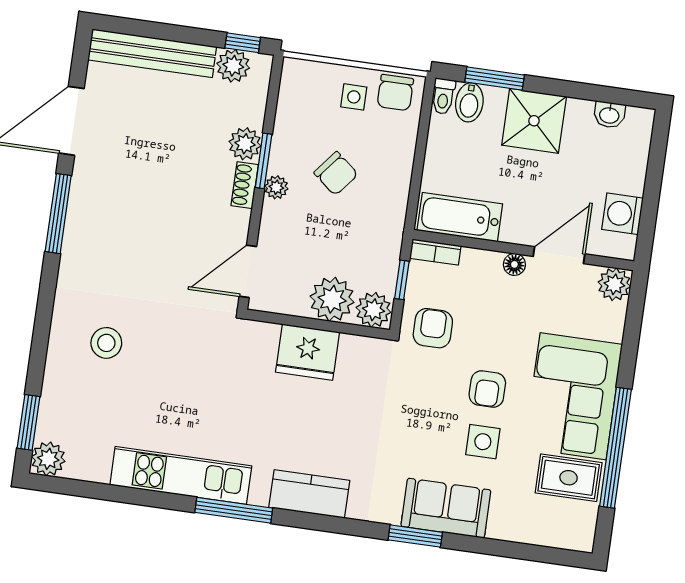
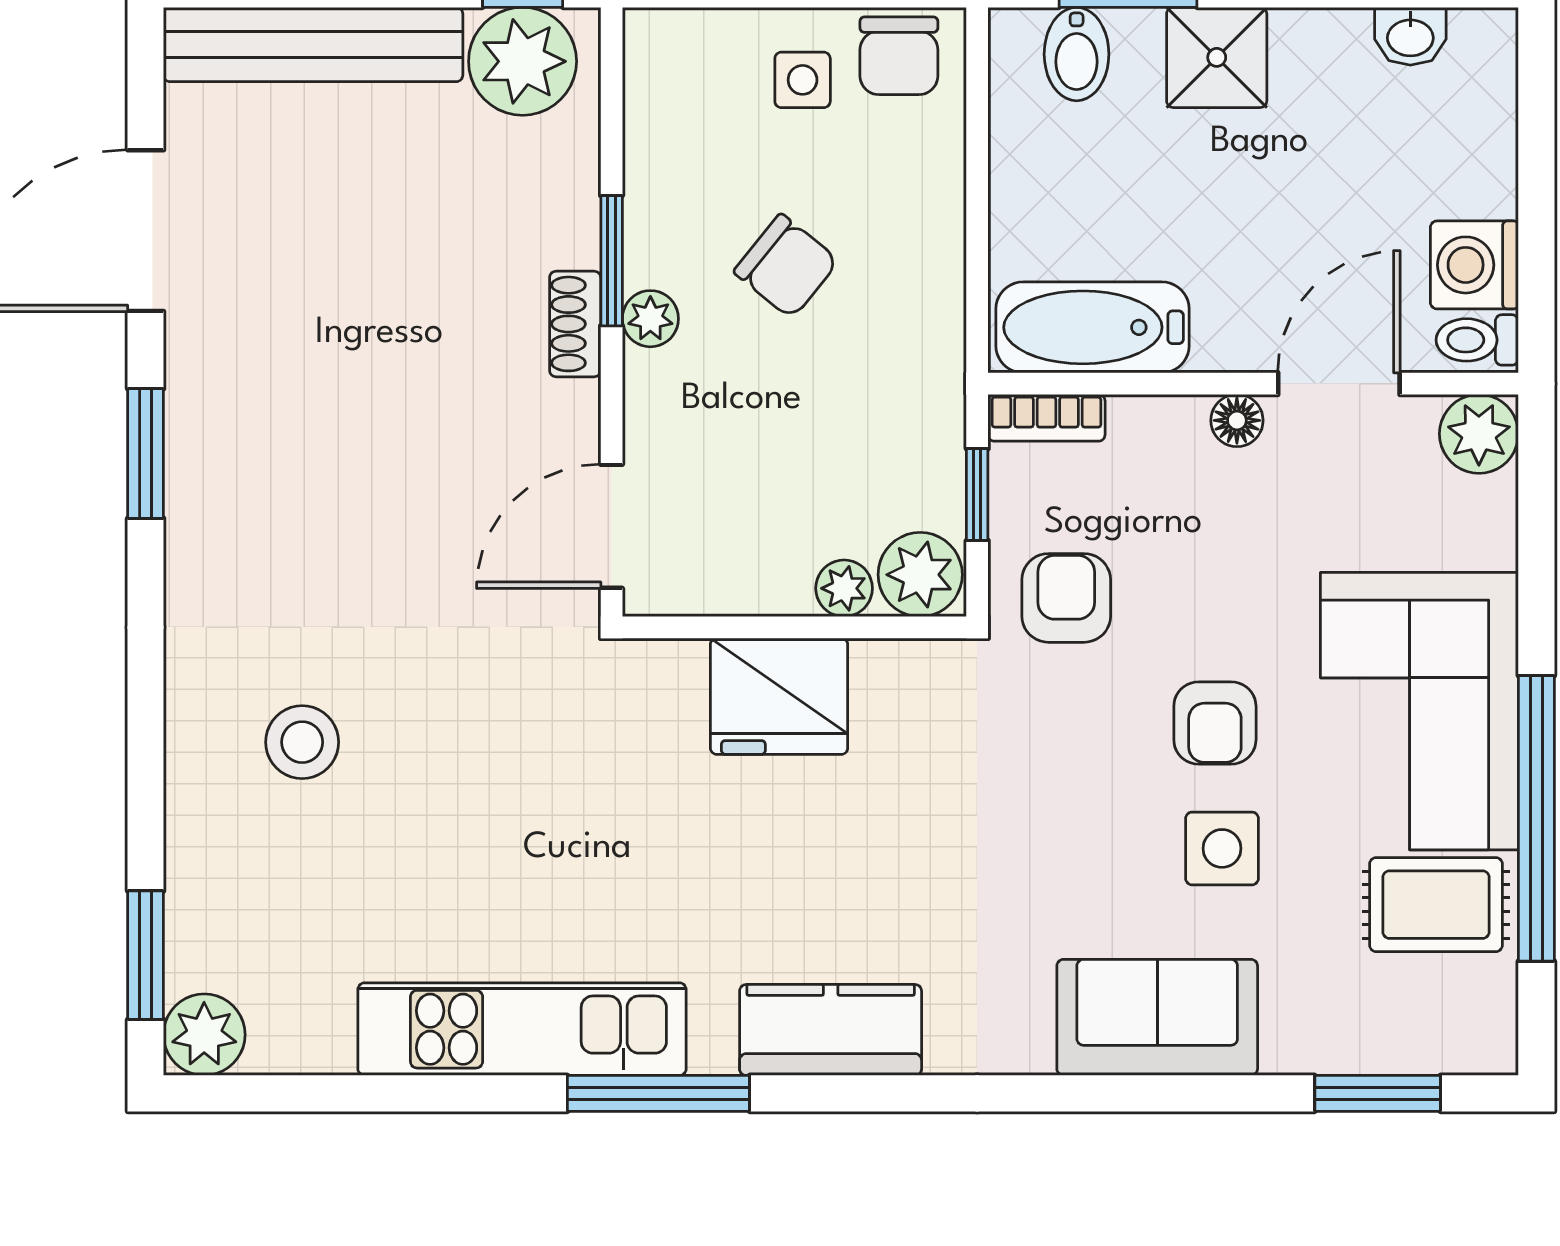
plant: (233, 66) -> (523, 61), width x1.36, depth x1.36
toilet: (443, 96) -> (1477, 340), moved, turned 90
shower: (534, 121) -> (1217, 57), width x0.73, depth x0.73
plant: (245, 144) -> (562, 227), removed
window: (58, 214) -> (146, 454), width x0.69
plant: (332, 299) -> (844, 588), width x0.53, depth x0.53
window: (415, 536) -> (1378, 1093), moved

